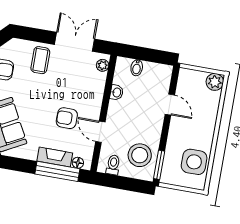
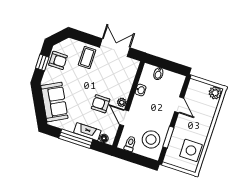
plant: (103, 65) -> (122, 102), moved
window: (159, 165) -> (168, 137), moved
window: (57, 171) -> (76, 139), moved

